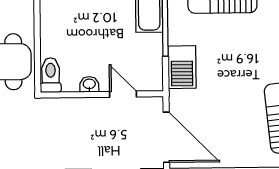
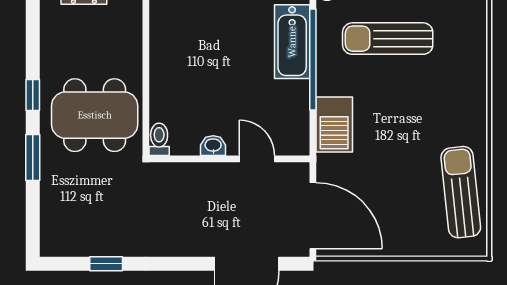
toilet: (51, 75) -> (159, 139), width x0.73, depth x0.72

